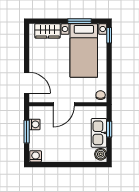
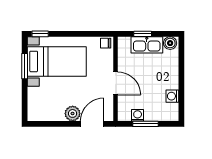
wardrobe: (48, 31) -> (35, 101), removed
plant: (36, 65) -> (73, 113), added
washing machine: (36, 156) -> (172, 96), moved

